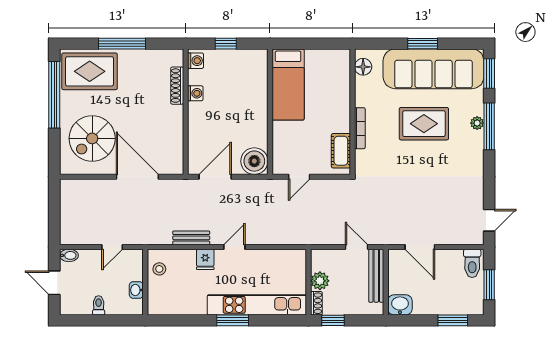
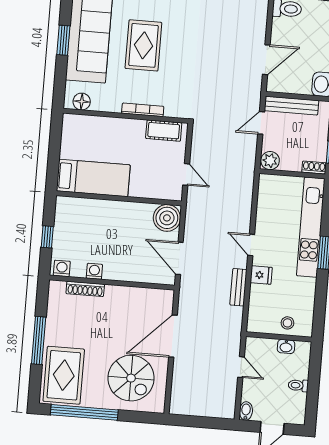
stool: (159, 269) -> (287, 323), moved
plant: (320, 281) -> (270, 161), moved

